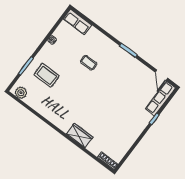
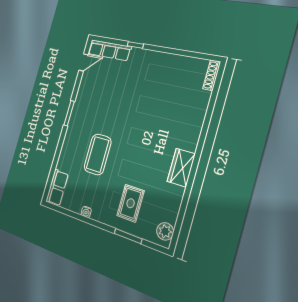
coffee table: (89, 63) -> (98, 154), width x1.86, depth x1.72
wardrobe: (80, 136) -> (181, 168), moved

